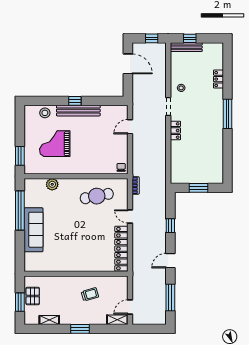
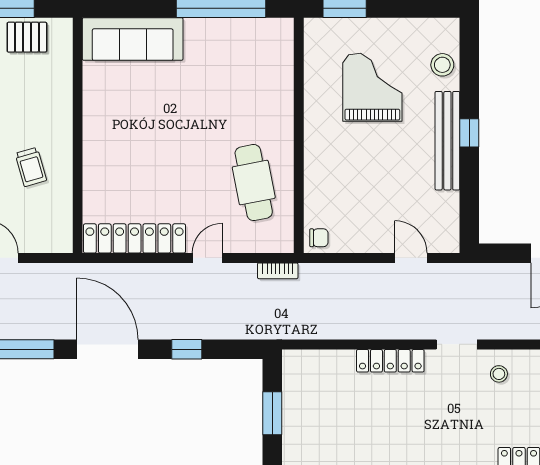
locker: (175, 131) -> (390, 361), width x1.53
plant: (52, 184) -> (280, 82), removed
sofa: (33, 230) -> (133, 39), moved
door: (170, 261) -> (107, 349), width x1.88

